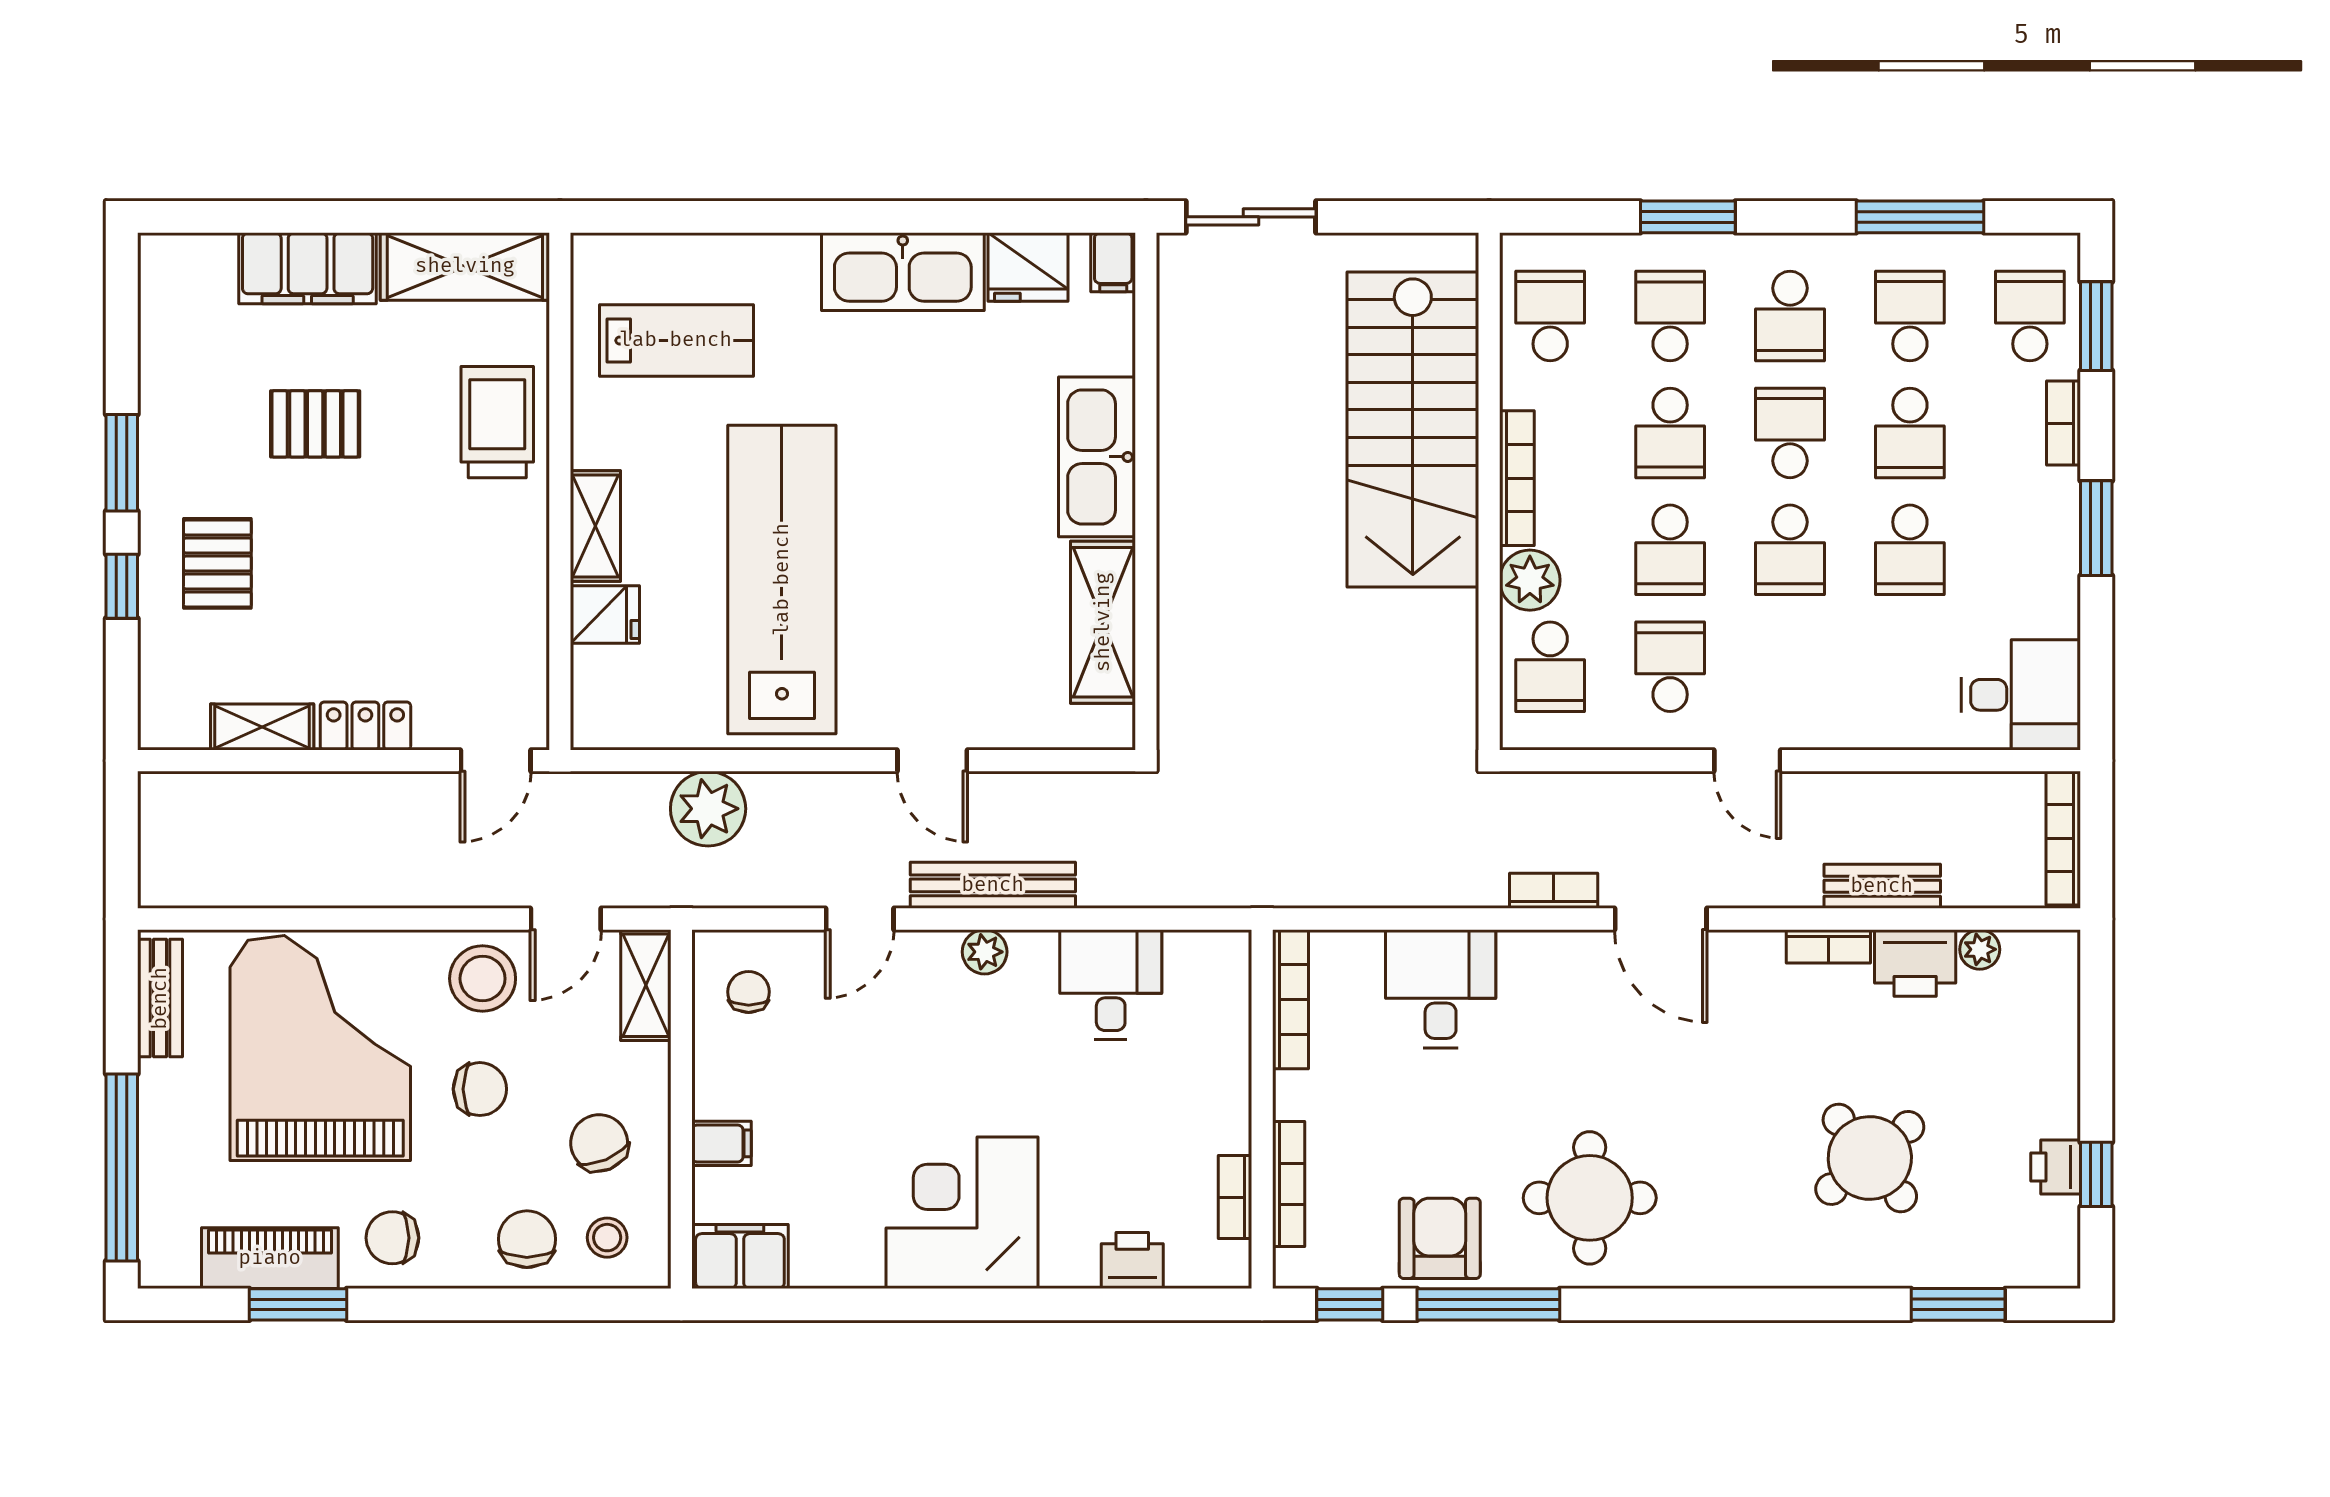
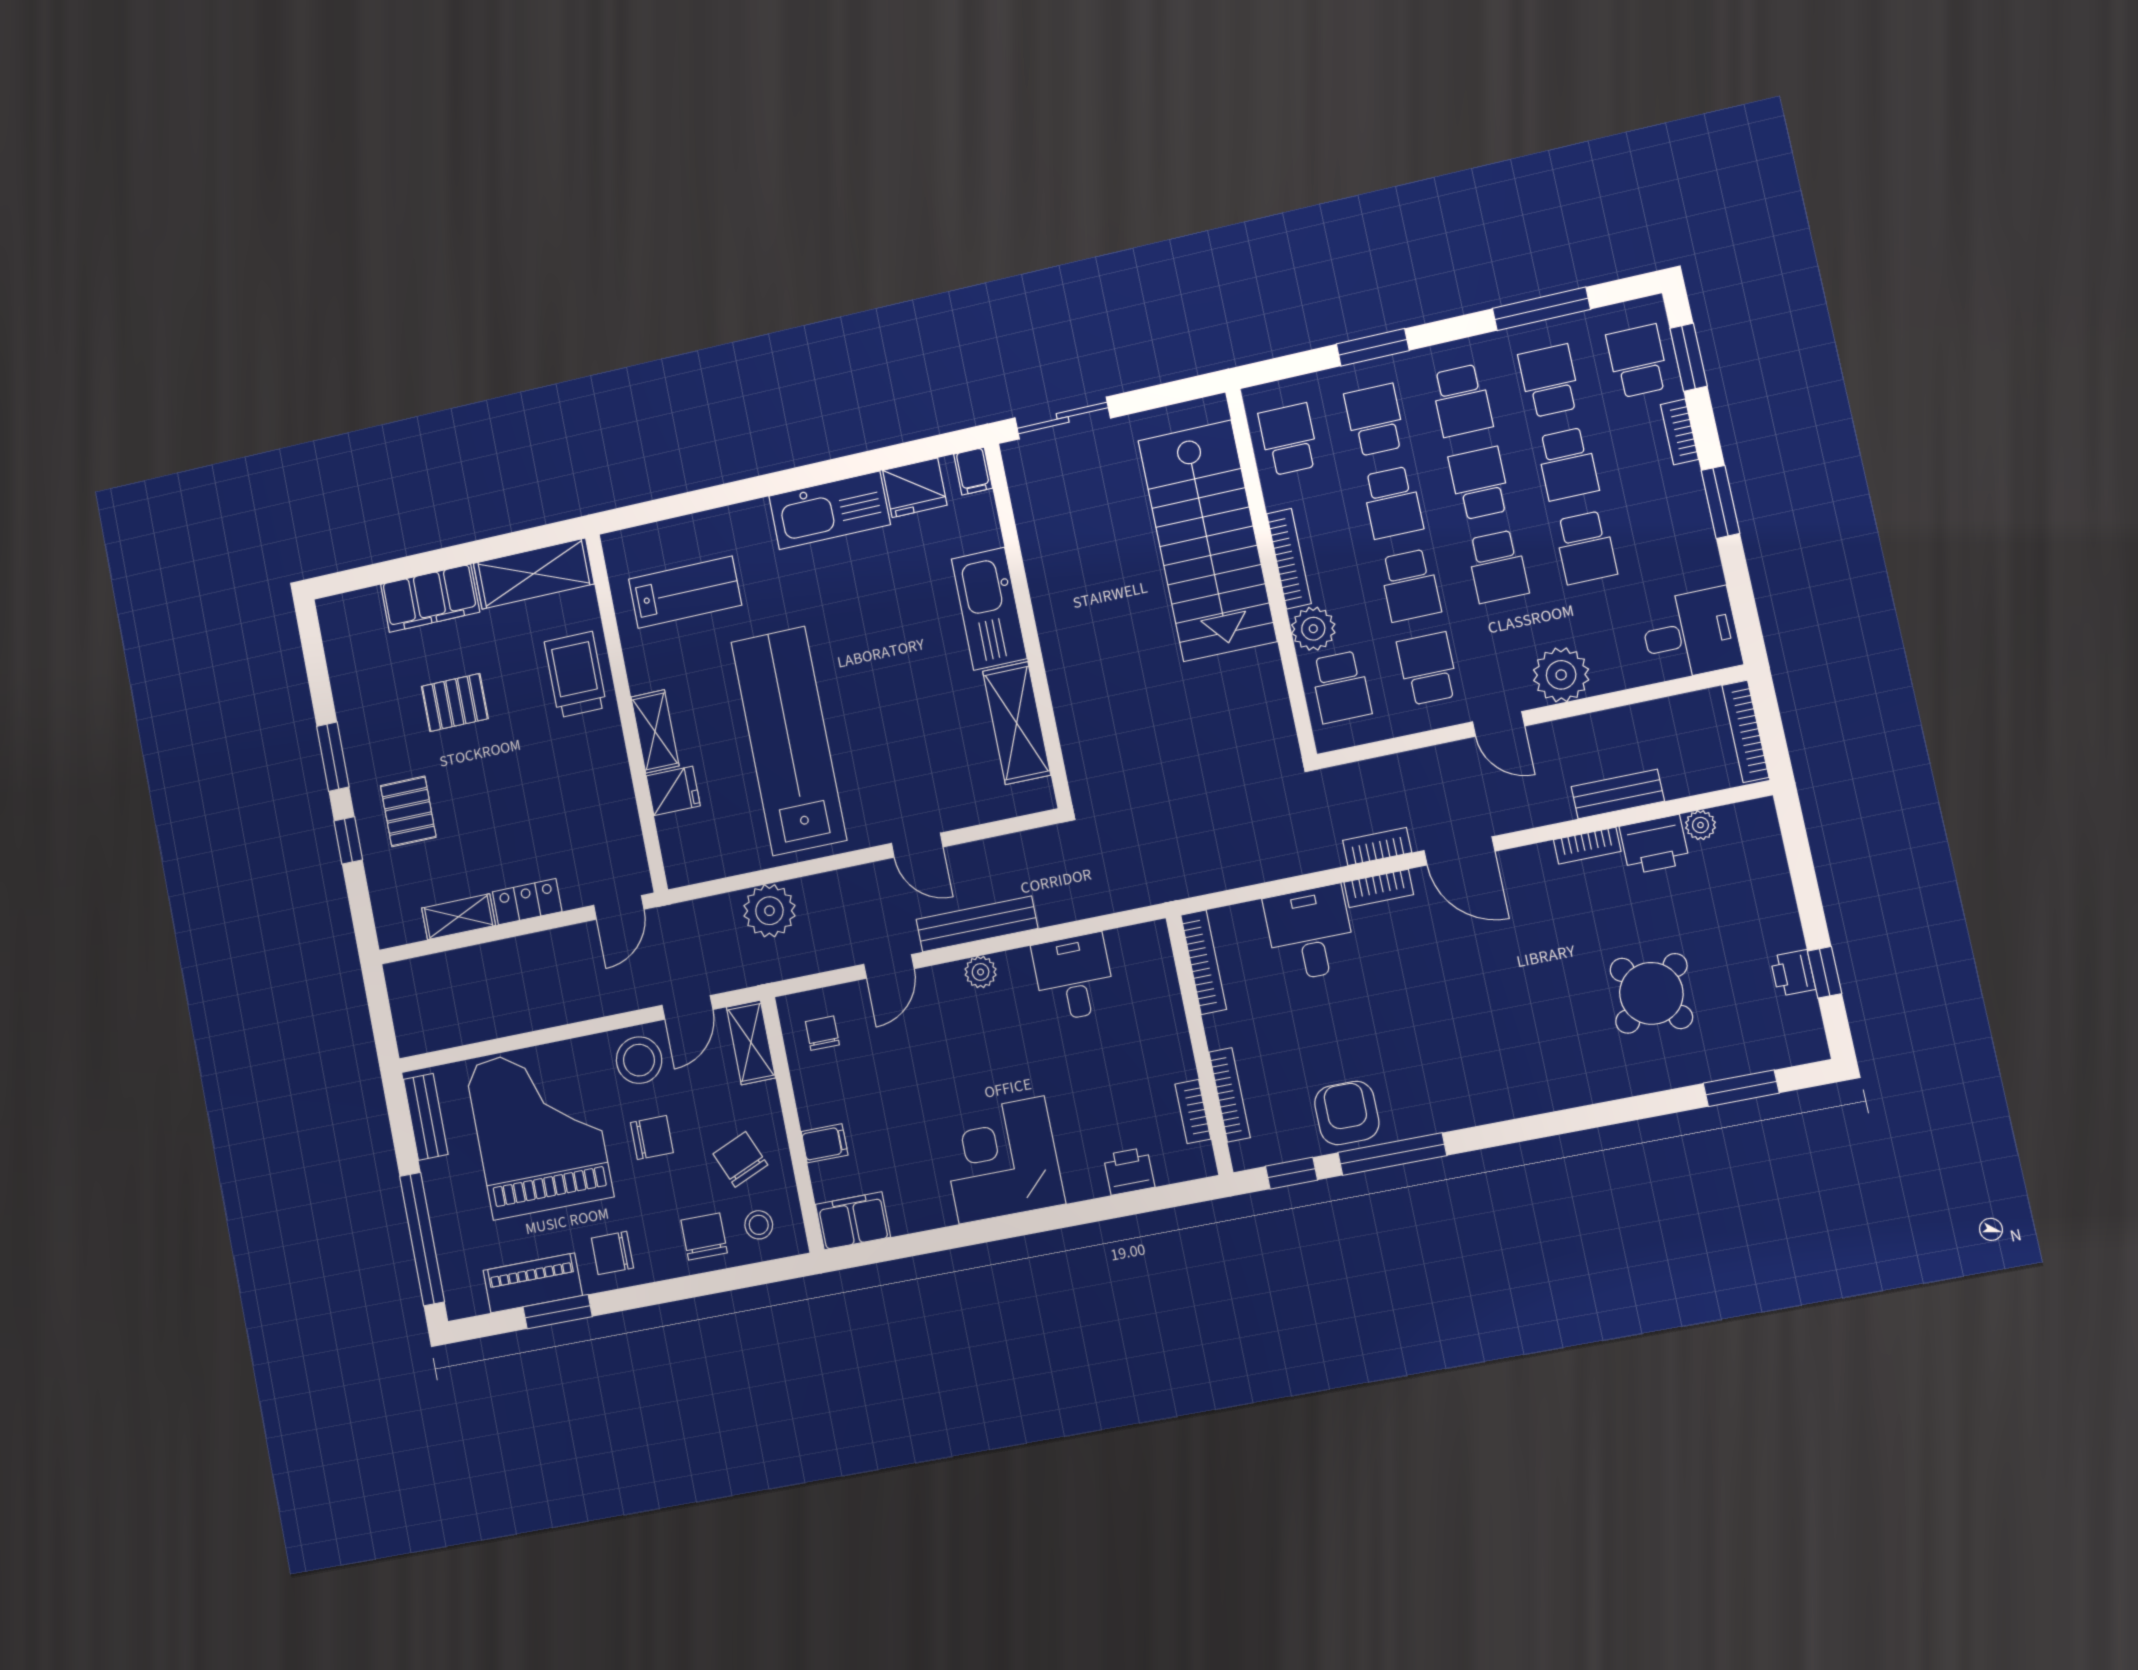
plant: (1842, 713) -> (1561, 675), added
bookcase: (1544, 947) -> (1379, 888), added
round table: (1590, 1198) -> (1450, 1063), removed

